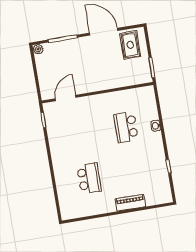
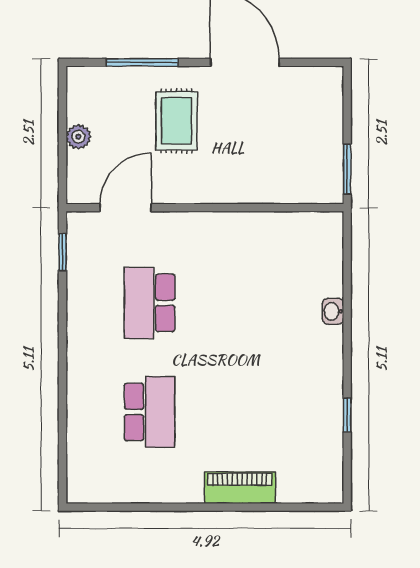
rug: (130, 45) -> (177, 121), moved
plant: (38, 49) -> (78, 137), moved
school desk: (126, 127) -> (150, 303), moved

